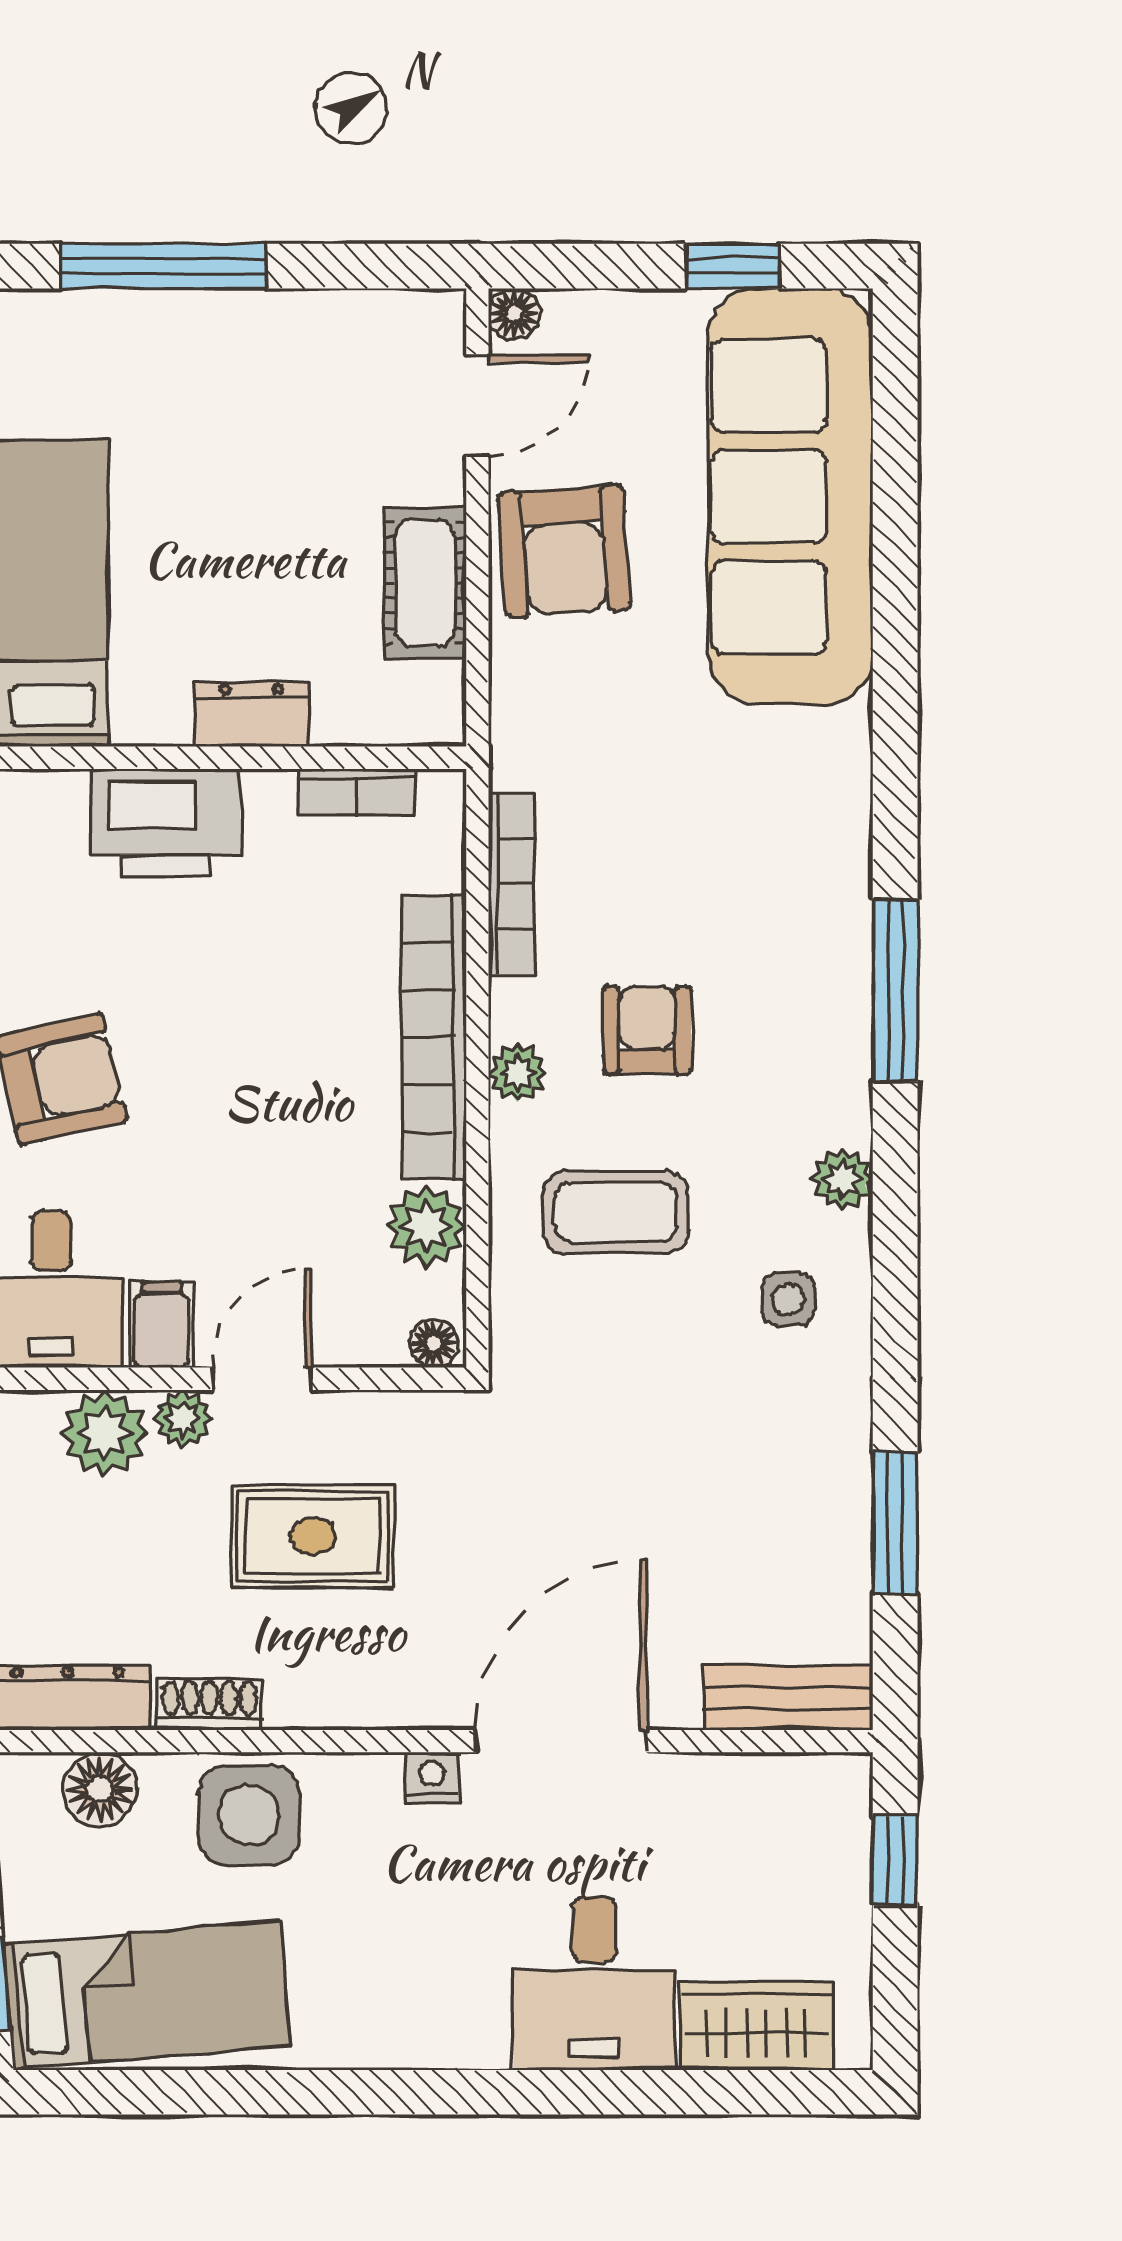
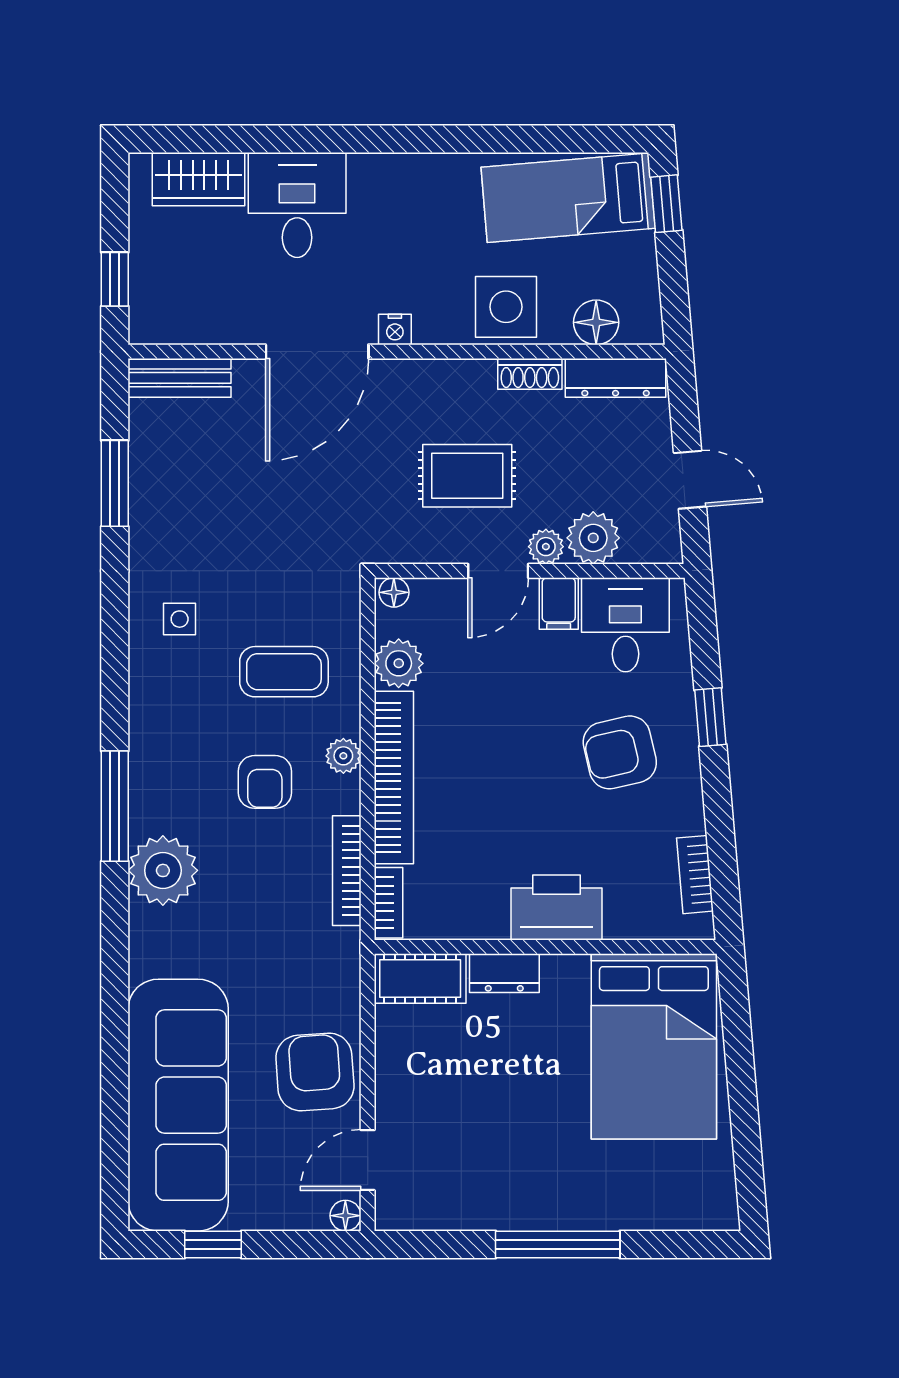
cot: (425, 583) -> (420, 978), moved, turned 90
bookcase: (357, 792) -> (388, 903), moved, turned 90
plant: (842, 1179) -> (163, 870), moved, width x1.88, depth x1.88

